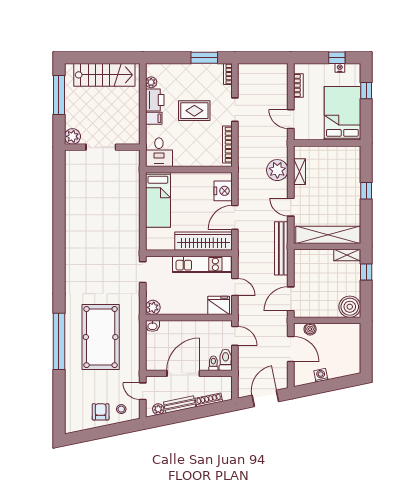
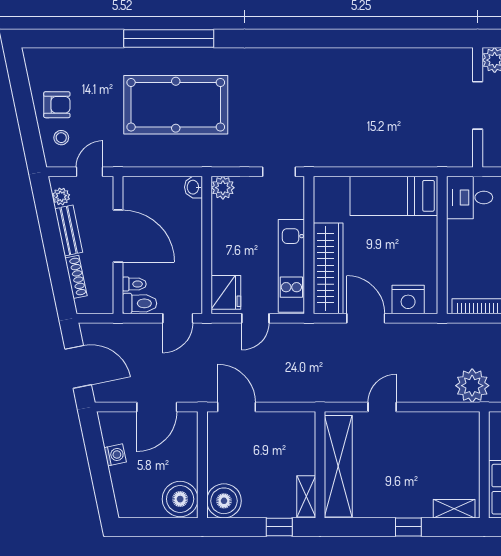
plant: (277, 170) -> (472, 386), moved
shelving: (299, 172) -> (454, 509), moved
bench: (281, 248) -> (317, 392), removed
boiler: (310, 329) -> (180, 499), moved, width x1.86, depth x1.86

